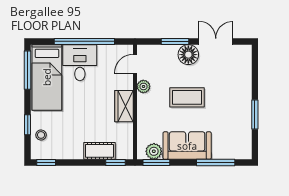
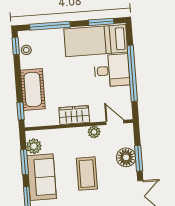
floor lamp: (188, 55) -> (126, 157), moved
window: (28, 70) -> (101, 22), width x0.69
window: (28, 125) -> (50, 26), width x2.17
stool: (41, 135) -> (26, 50), moved
cot: (100, 151) -> (33, 89), width x1.37, depth x1.34
window: (156, 163) -> (24, 162), moved

